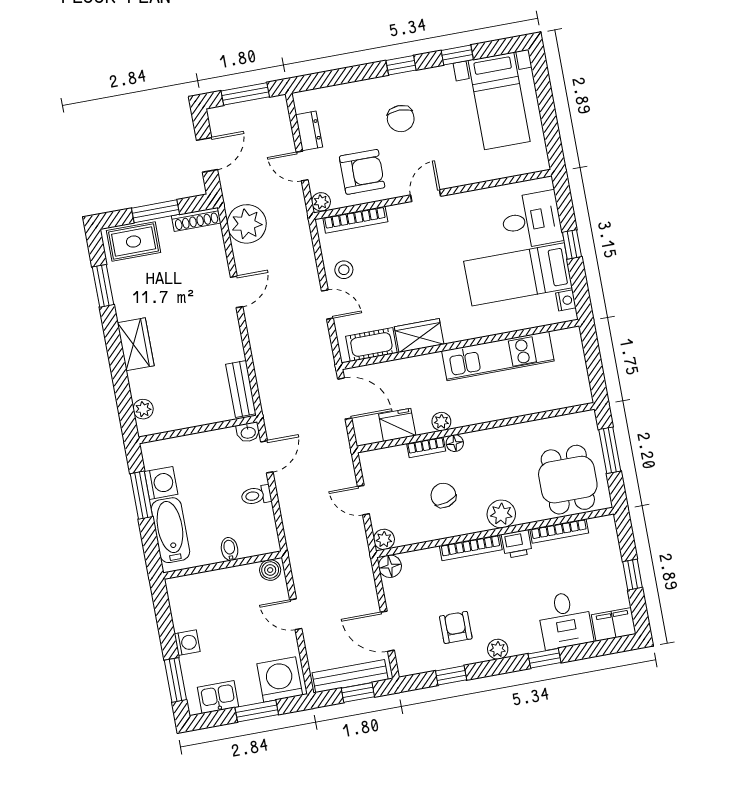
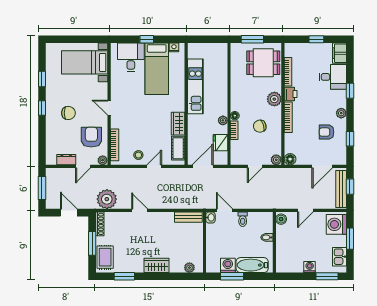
bed with nightstands: (499, 101) -> (85, 62), moved, turned 180

